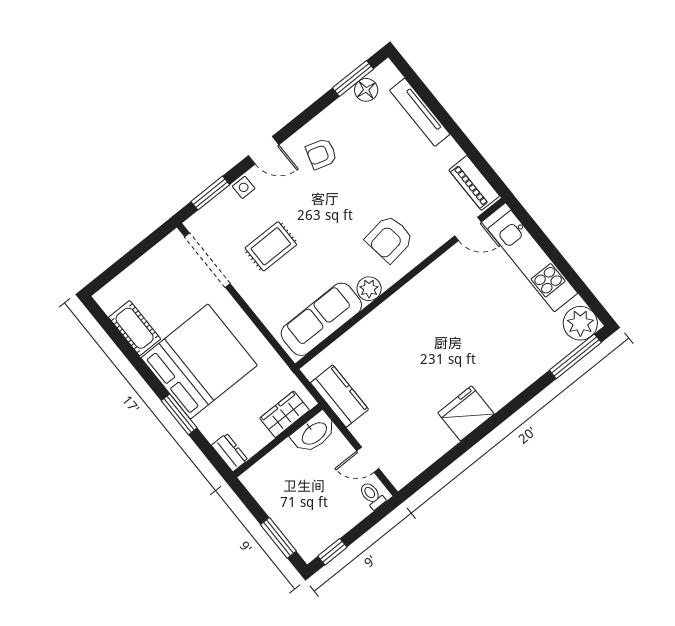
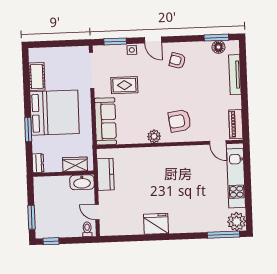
sofa: (321, 319) -> (106, 121), moved, turned 90

